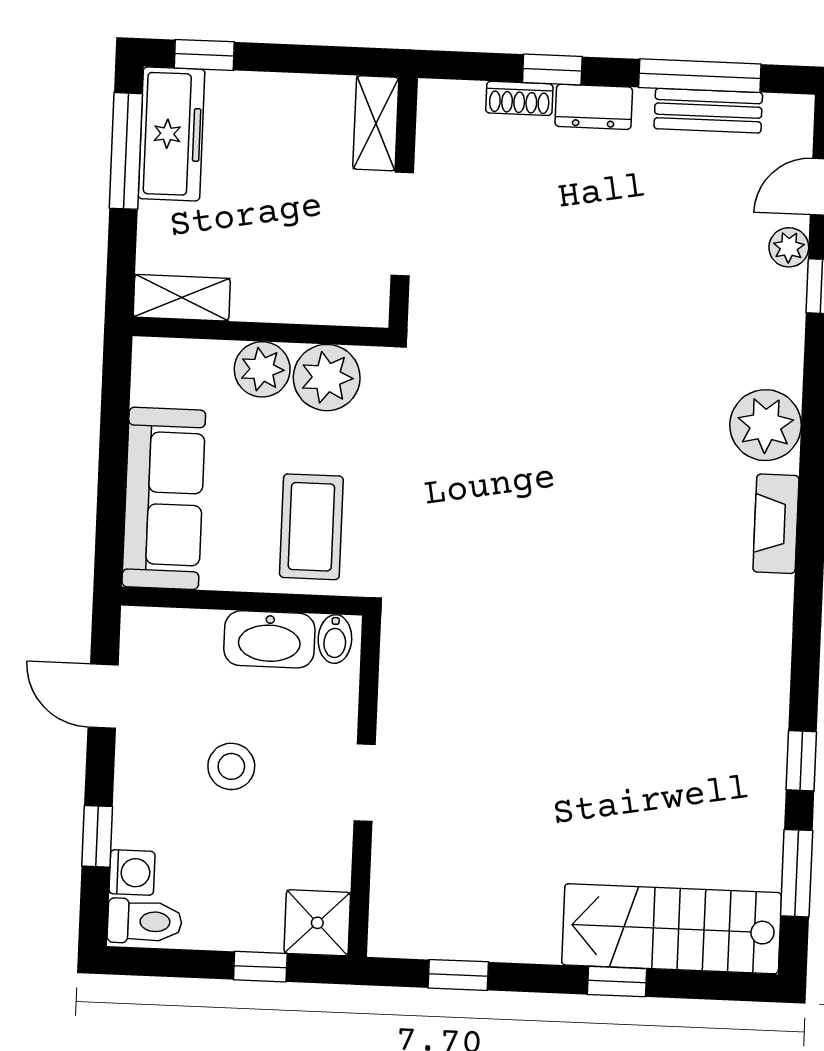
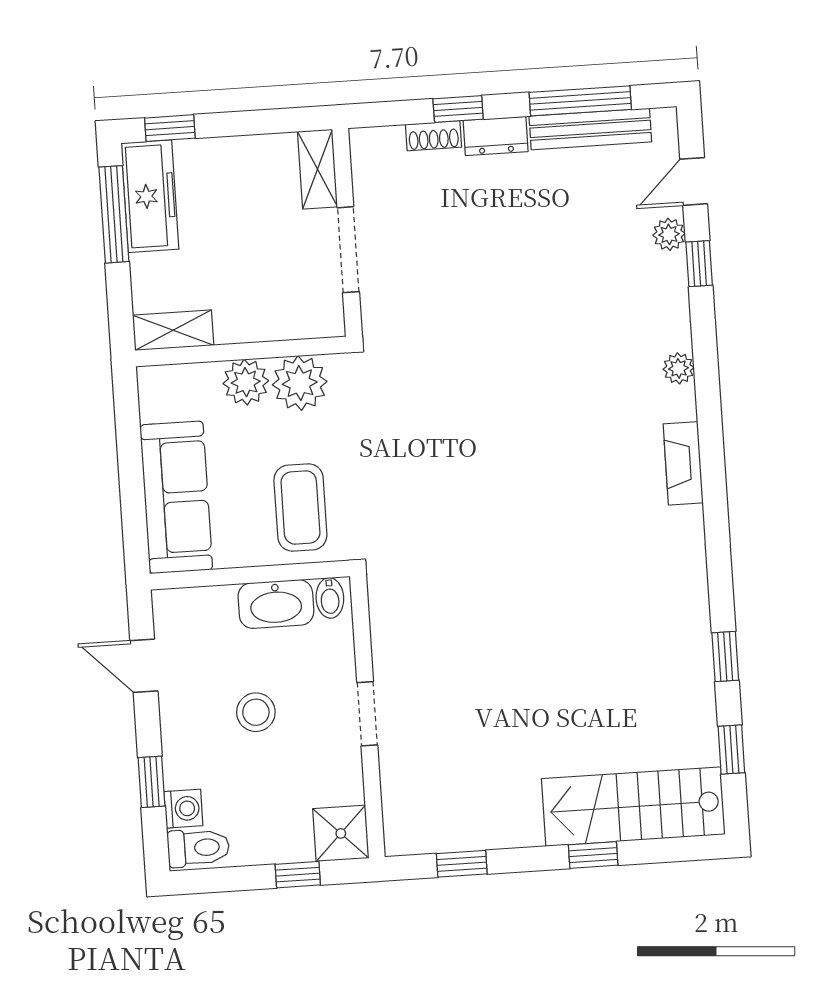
bench: (708, 111) -> (590, 129), width x1.36
plant: (766, 425) -> (679, 368), width x0.53, depth x0.53
window: (797, 873) -> (731, 750), width x0.67

